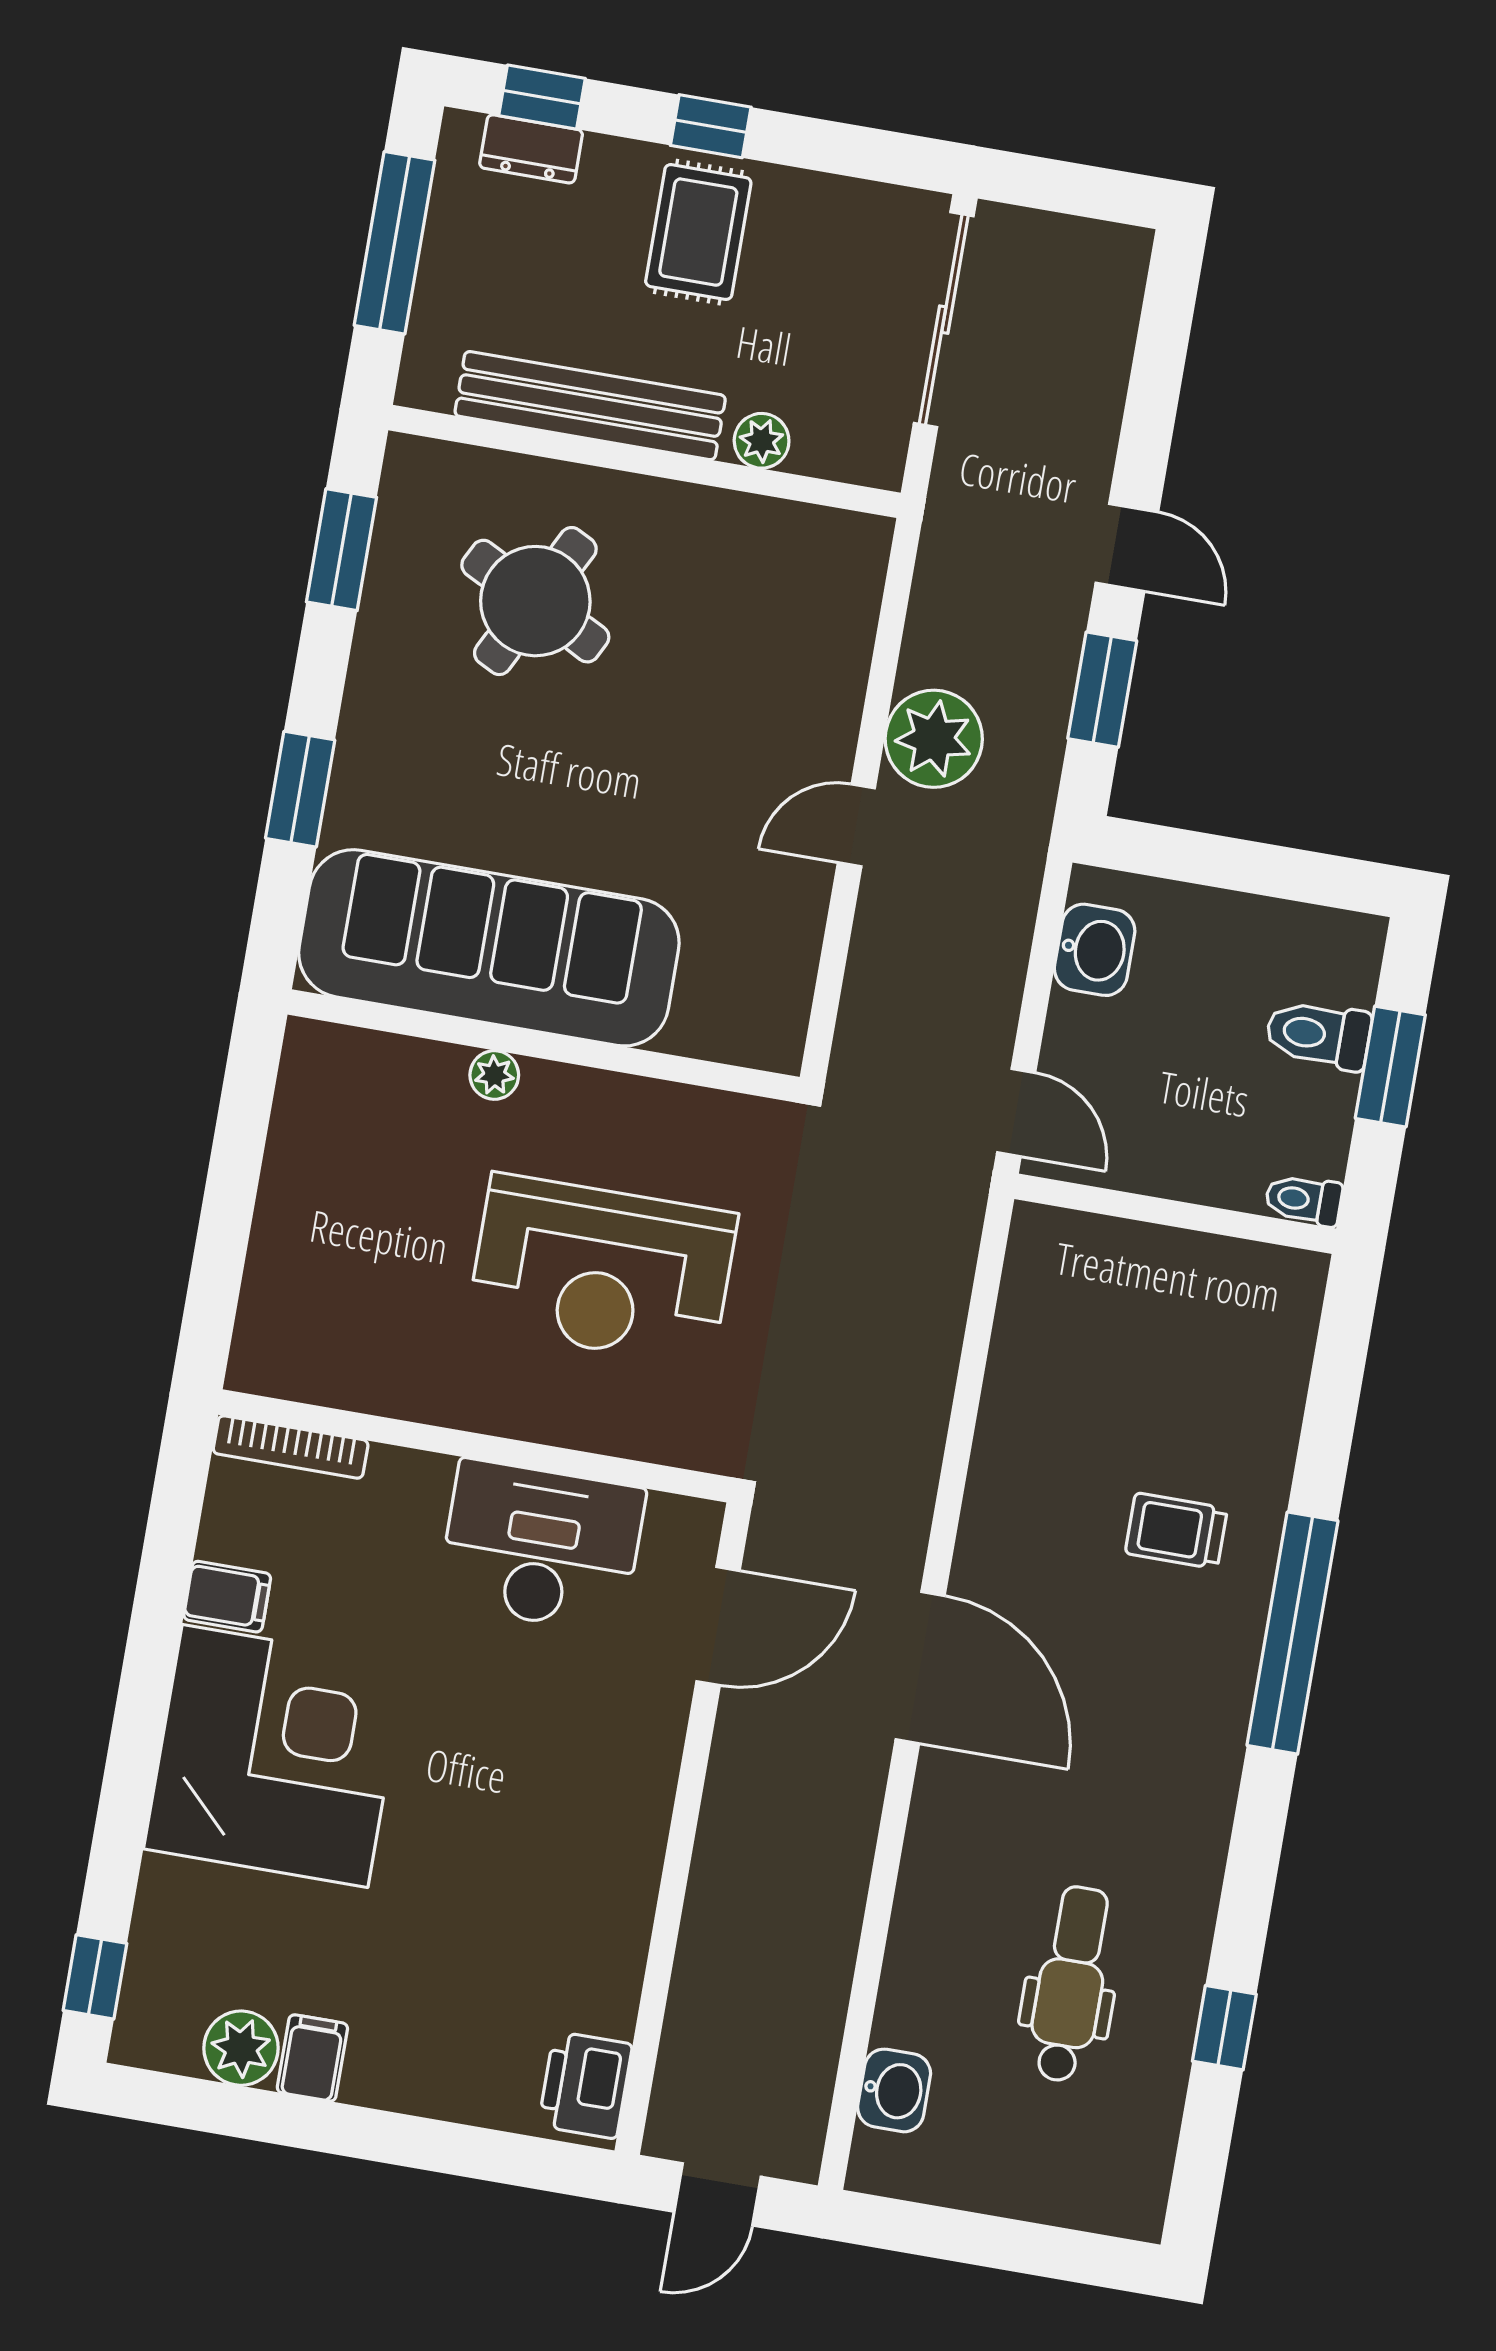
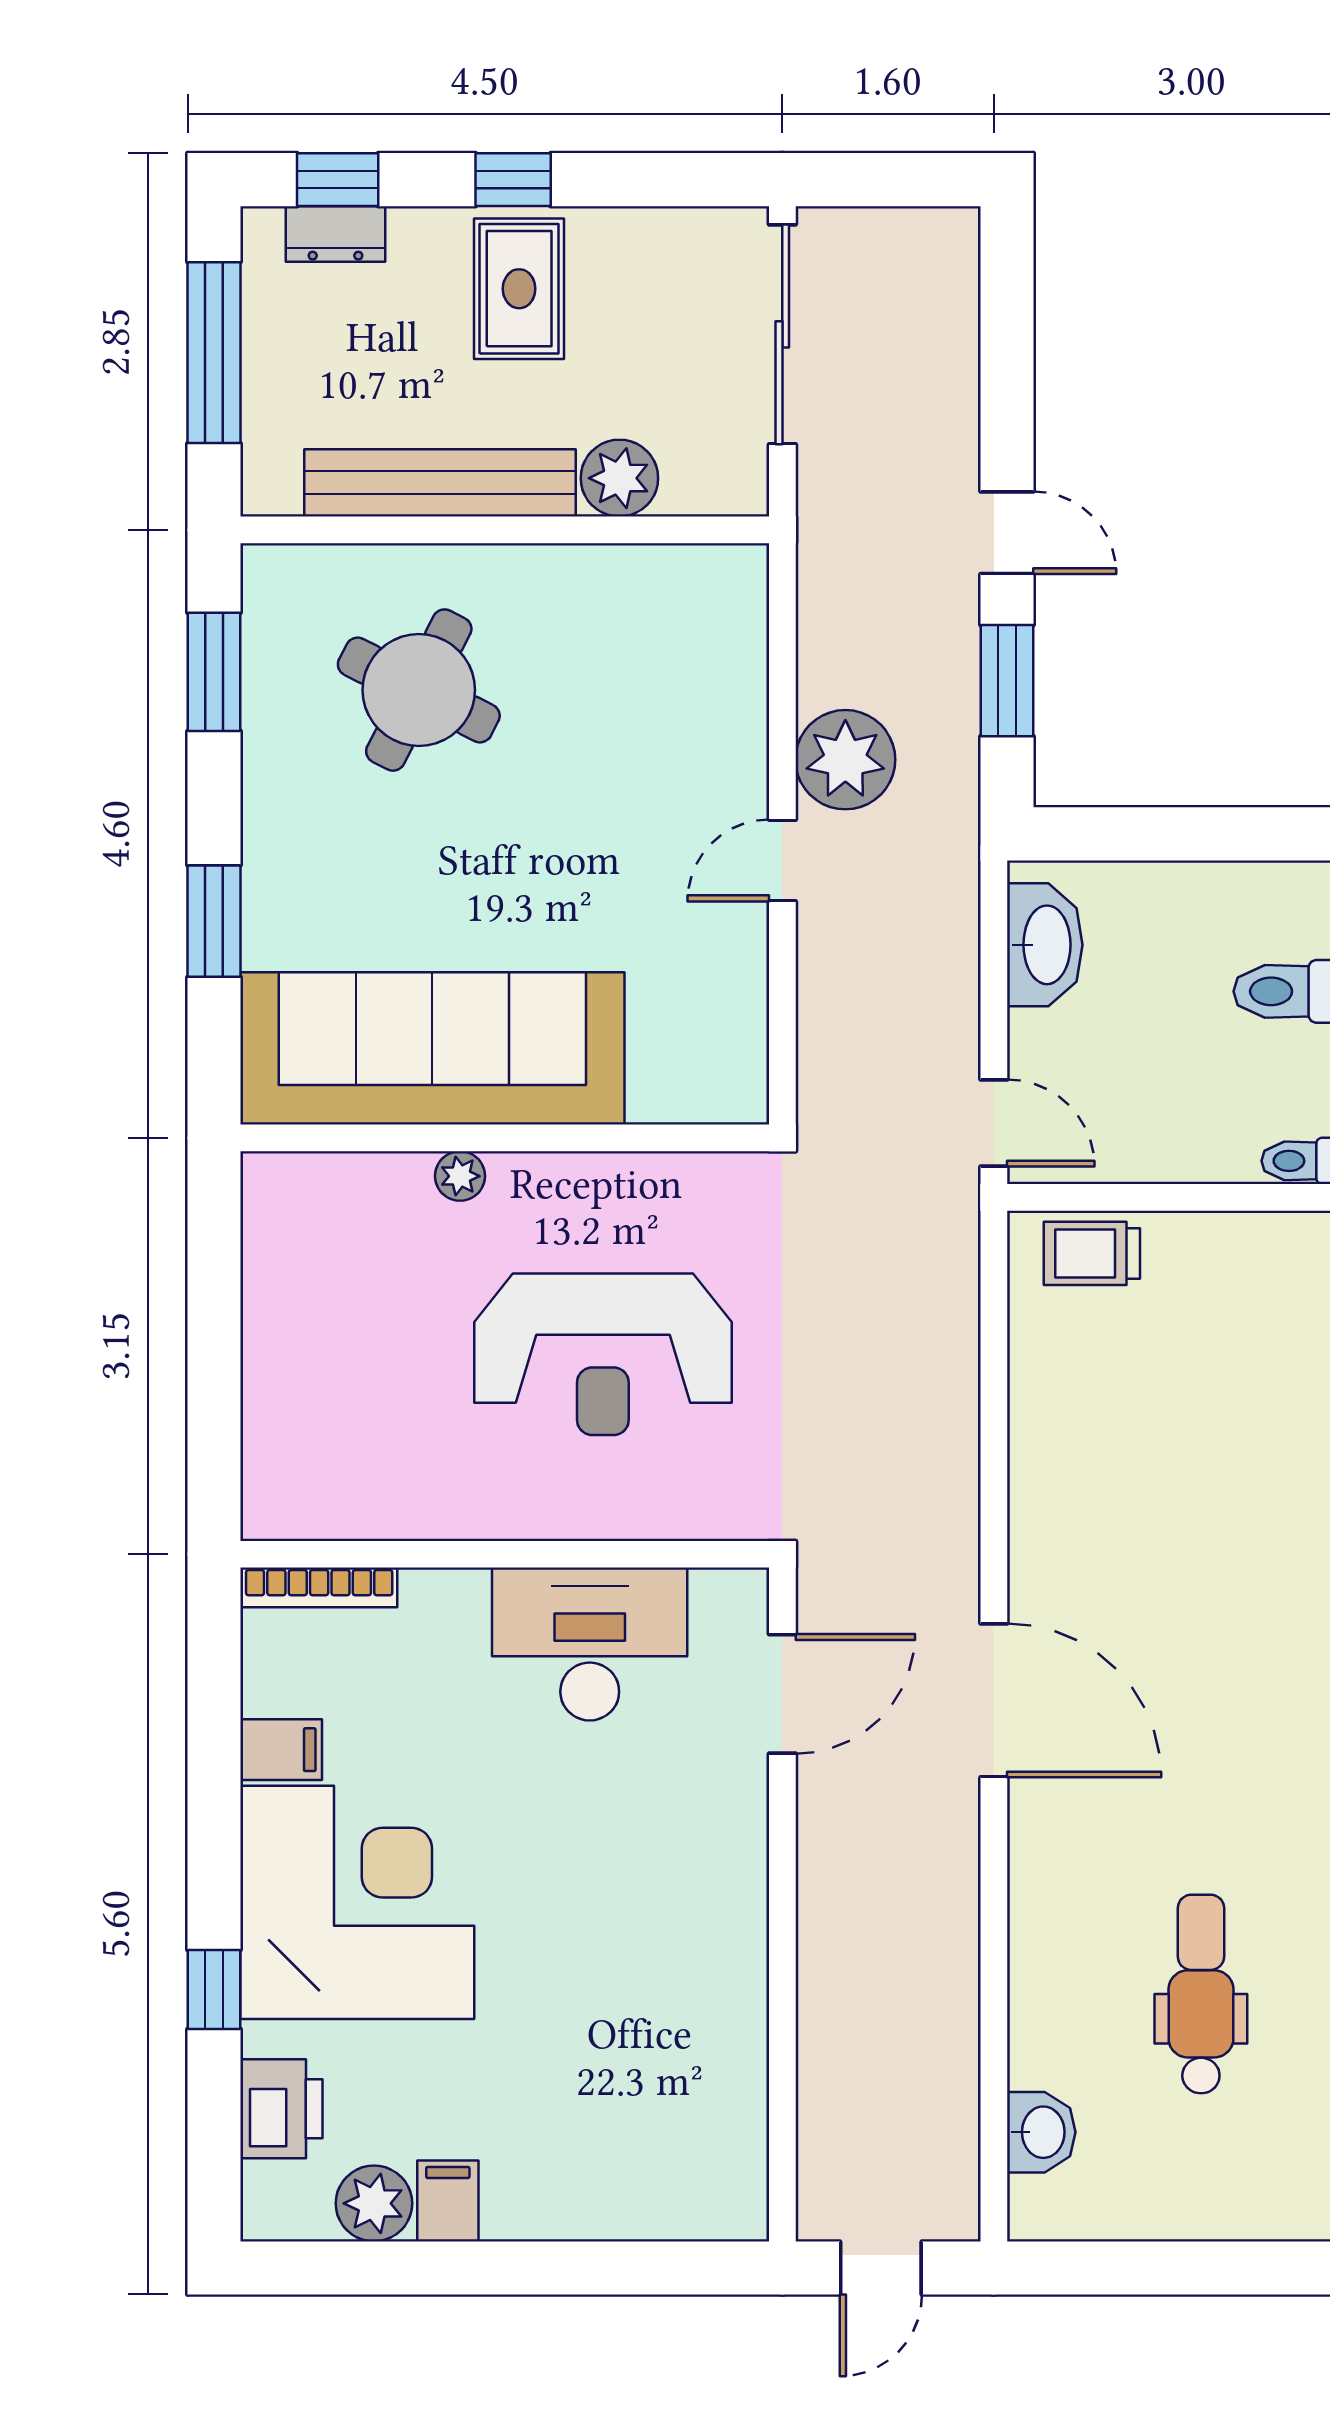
plant: (762, 441) -> (619, 478), width x1.38, depth x1.38
washbasin: (1095, 950) -> (1045, 945), width x1.38
trolley: (1176, 1531) -> (1092, 1253), moved
window: (95, 1977) -> (214, 1990), moved
printer: (585, 2085) -> (281, 2109), moved, turned 180

